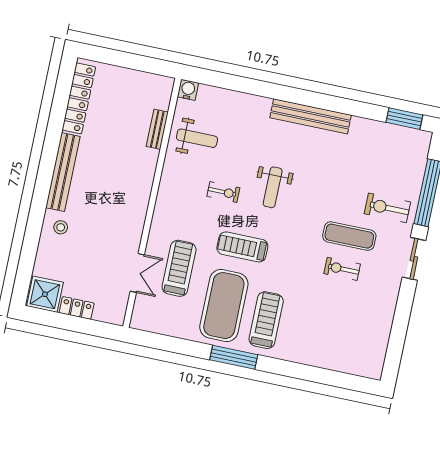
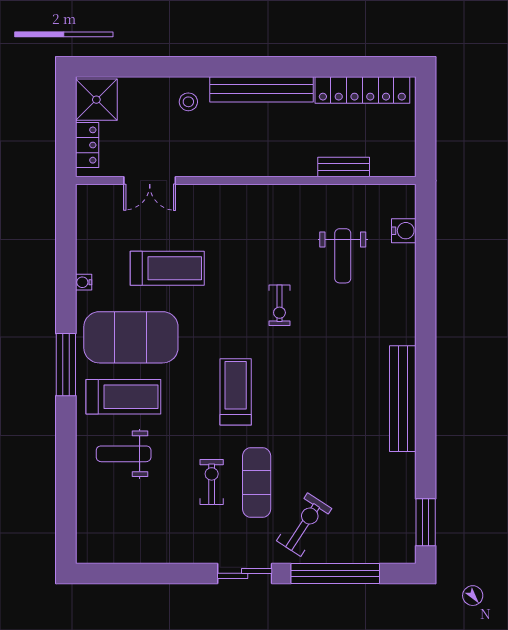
bench: (157, 129) -> (344, 167), moved
weight bench: (273, 187) -> (124, 454), moved
wall: (152, 203) -> (246, 181), moved
exercise bike: (387, 208) -> (304, 525), turned 33
treadmill: (242, 247) -> (236, 392), moved
double door: (137, 273) -> (150, 181), moved
water cooler: (176, 332) -> (84, 282), added

